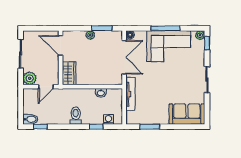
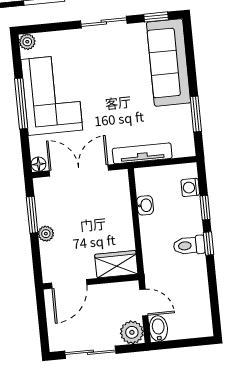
window: (207, 43) -> (156, 17), moved
sofa: (187, 114) -> (169, 62), width x1.36
bidet: (30, 119) -> (158, 329), moved
window: (40, 127) -> (208, 244), moved

